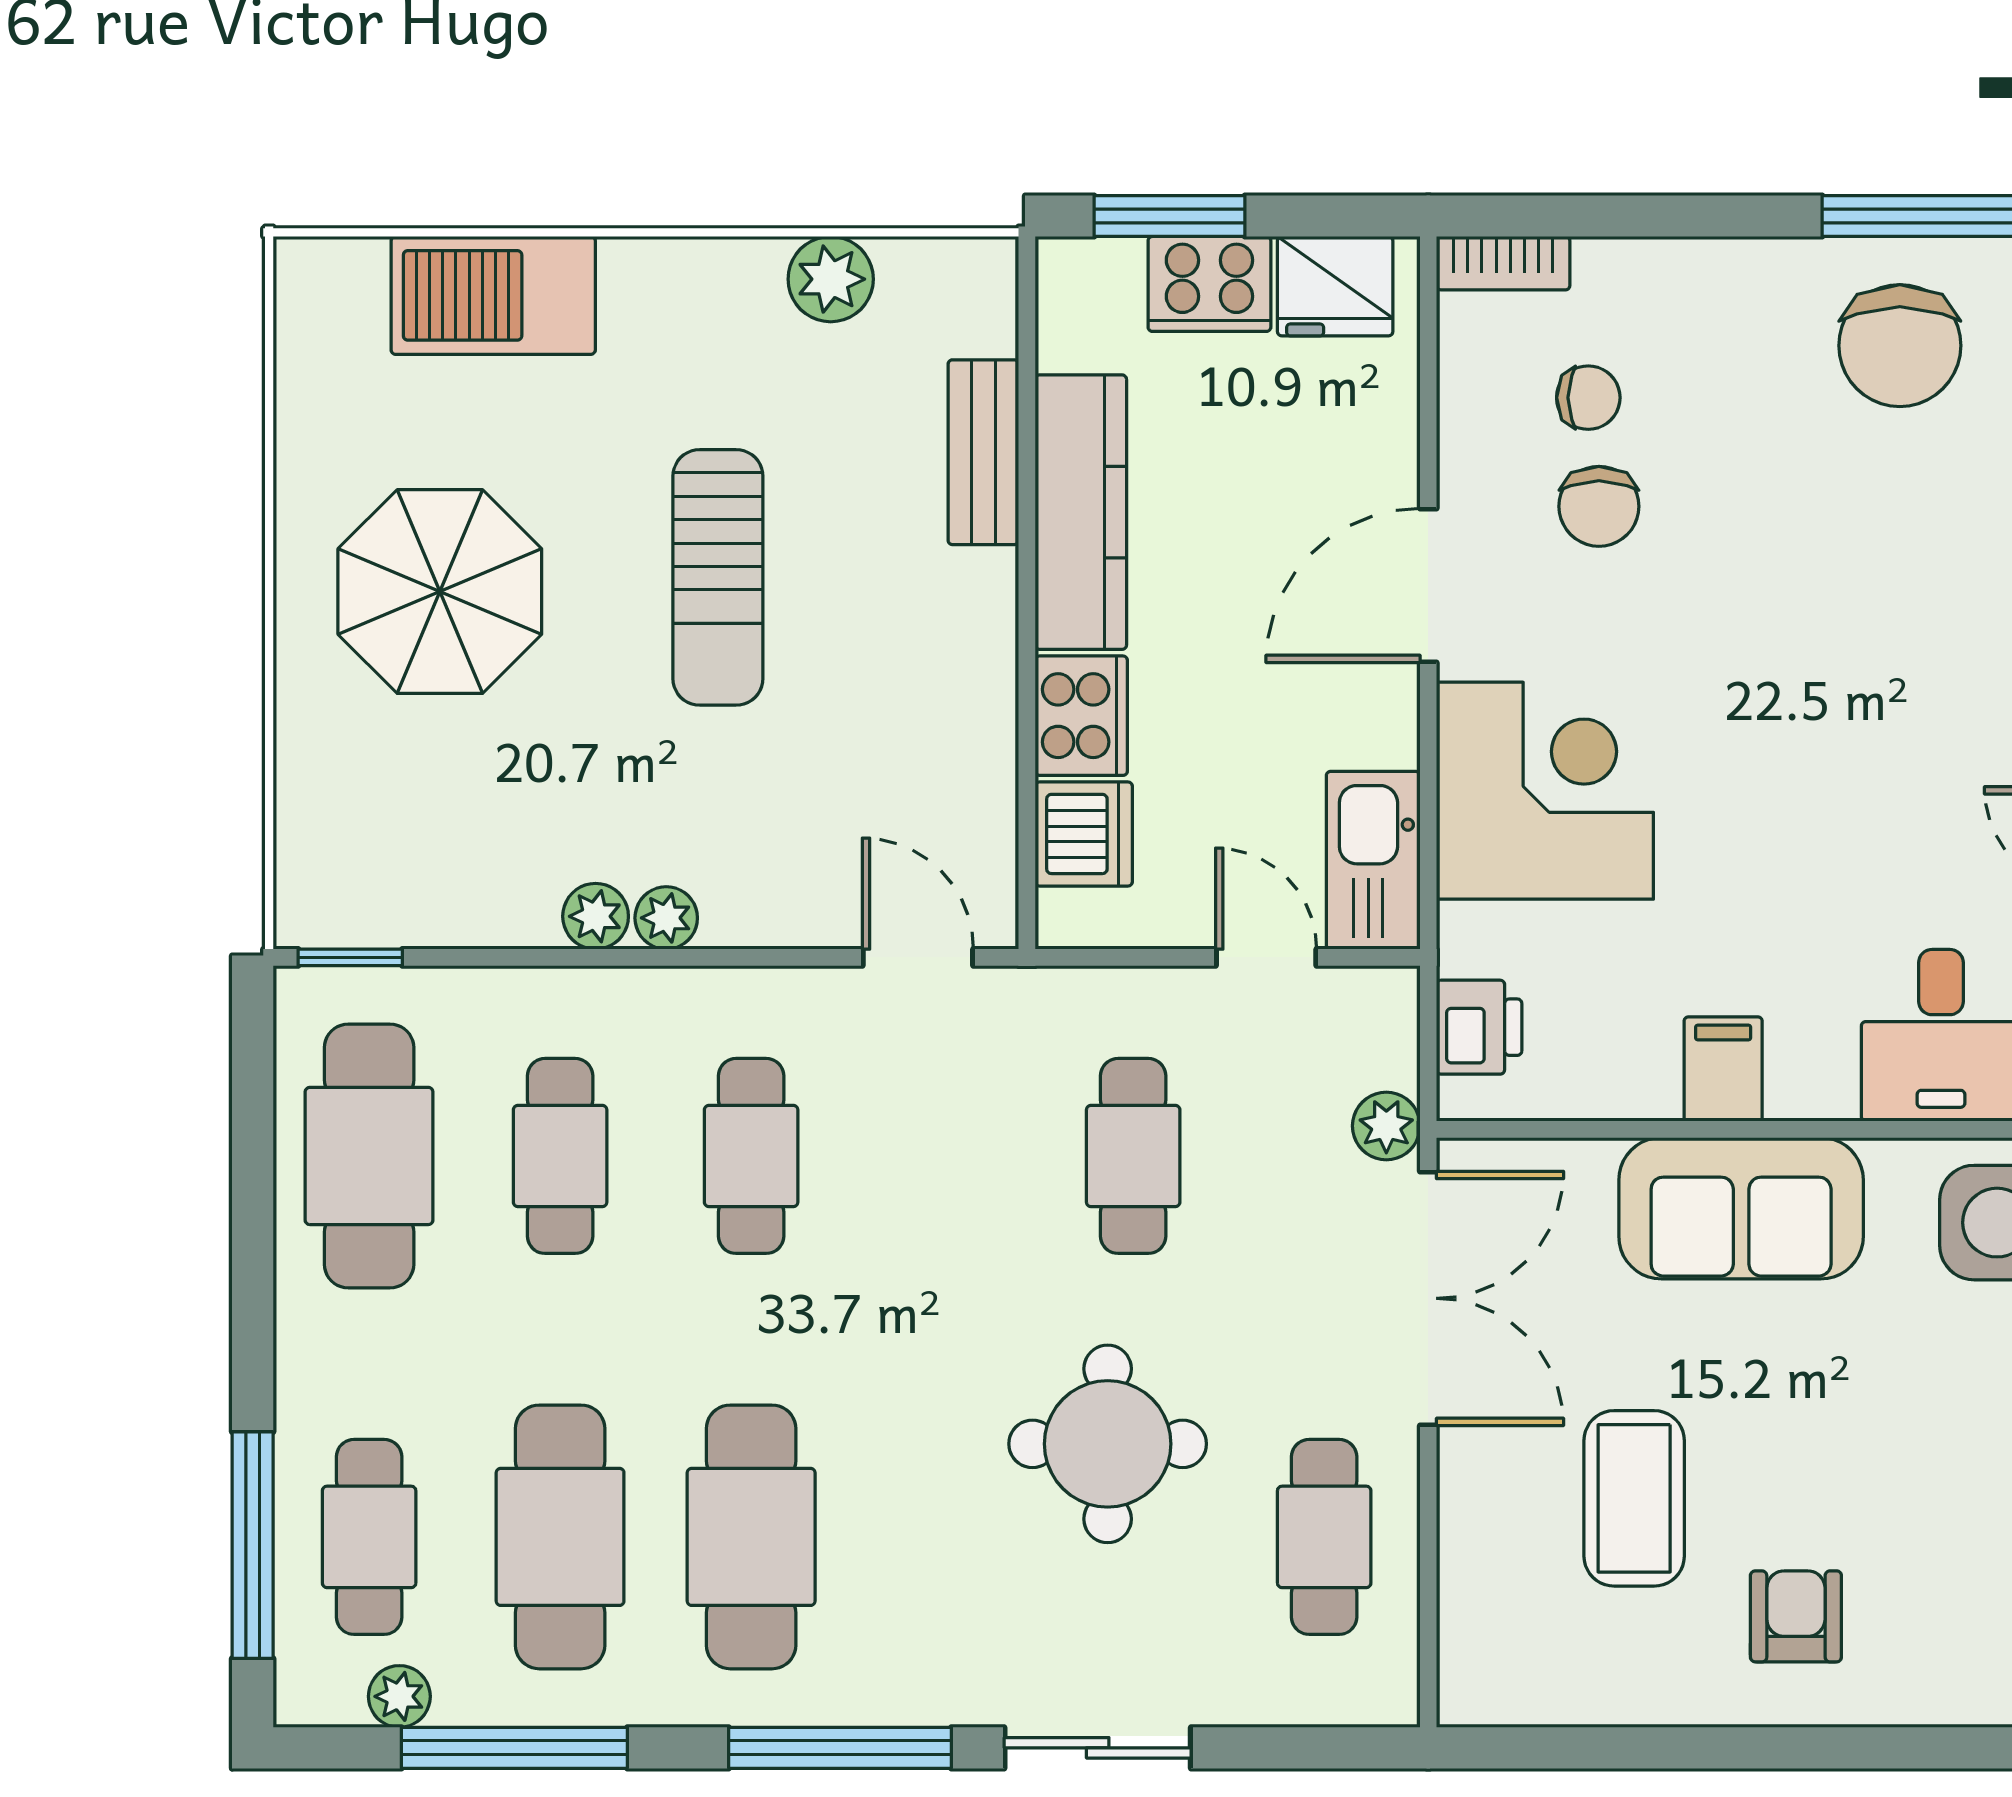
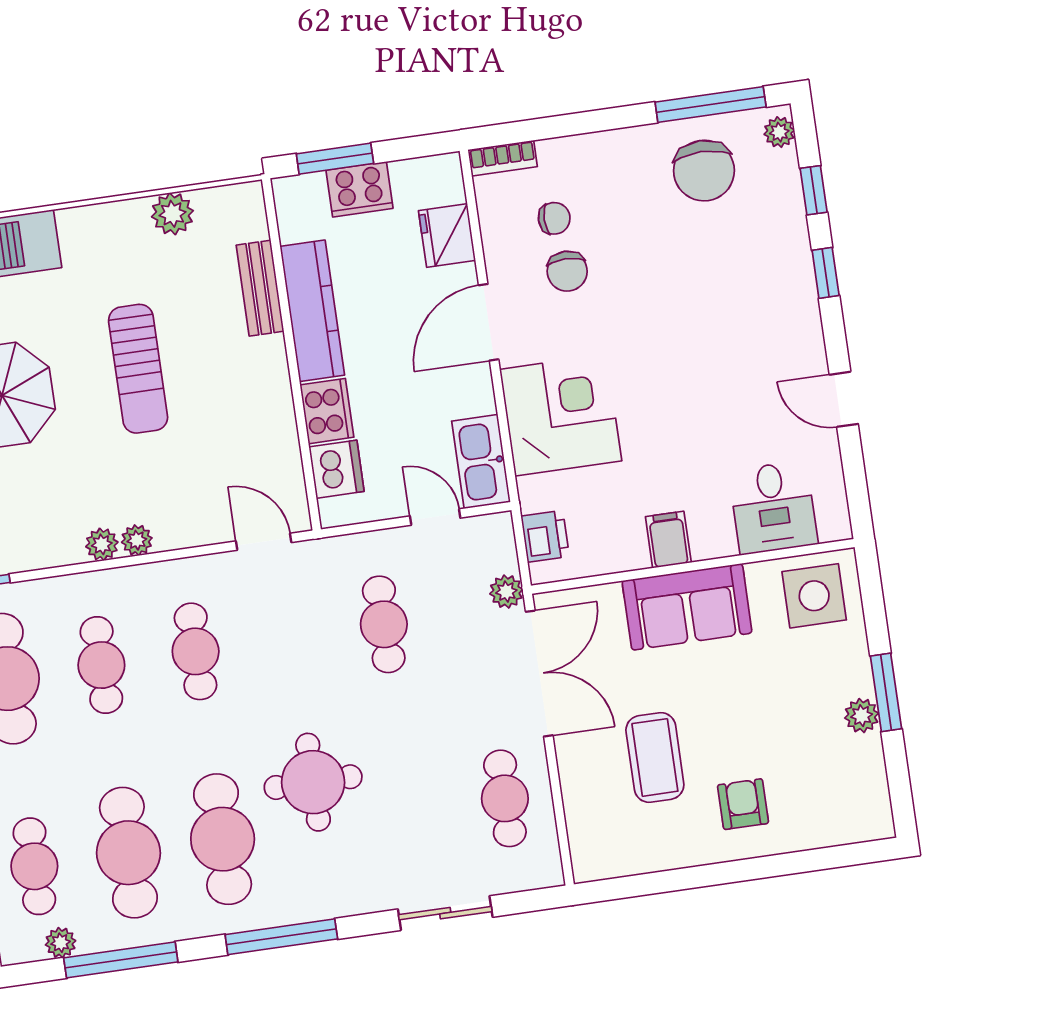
fridge: (1335, 286) -> (447, 235), moved, turned 90
round table: (1108, 1444) -> (313, 782), moved
sliding door: (1098, 1748) -> (445, 913), moved

